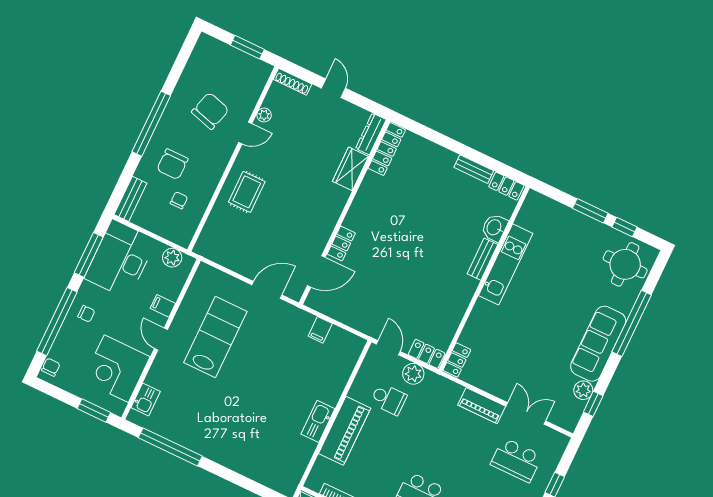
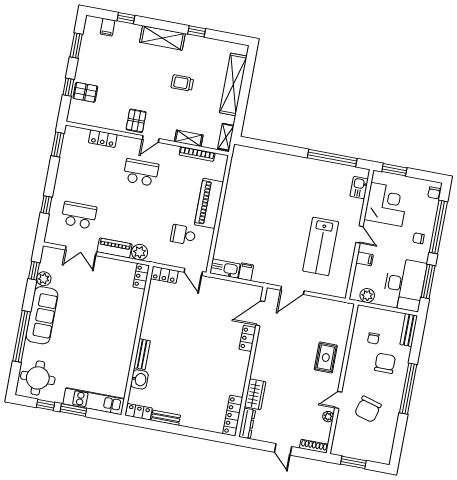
kitchen unit: (506, 264) -> (94, 401), moved, turned 90
plant: (413, 374) -> (140, 252), moved
kitchen sink: (318, 421) -> (225, 269), moved, turned -90

